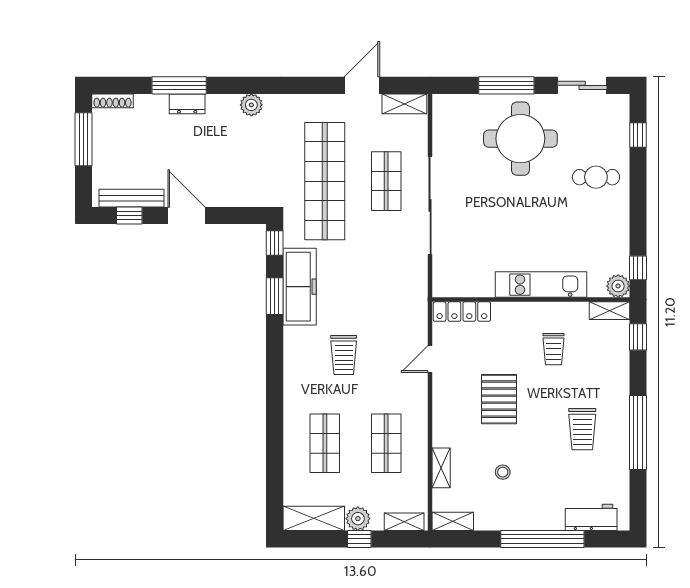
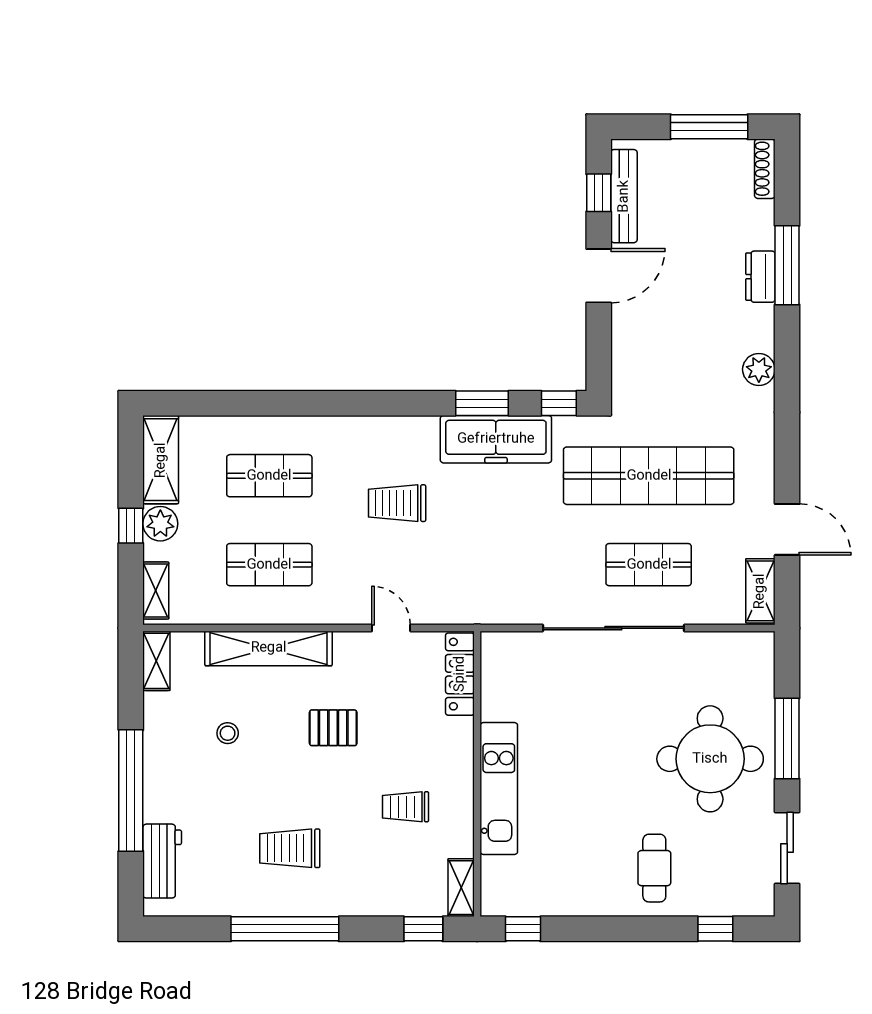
plant: (618, 286) -> (497, 900), removed
pallet: (499, 399) -> (333, 728), width x0.67, depth x0.71
shelving: (441, 468) -> (269, 648), width x2.20, depth x1.33

